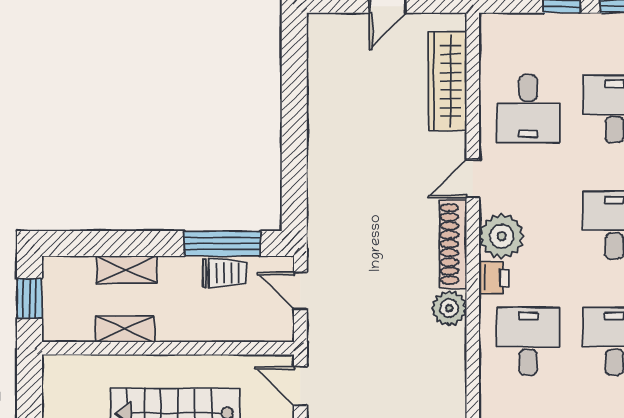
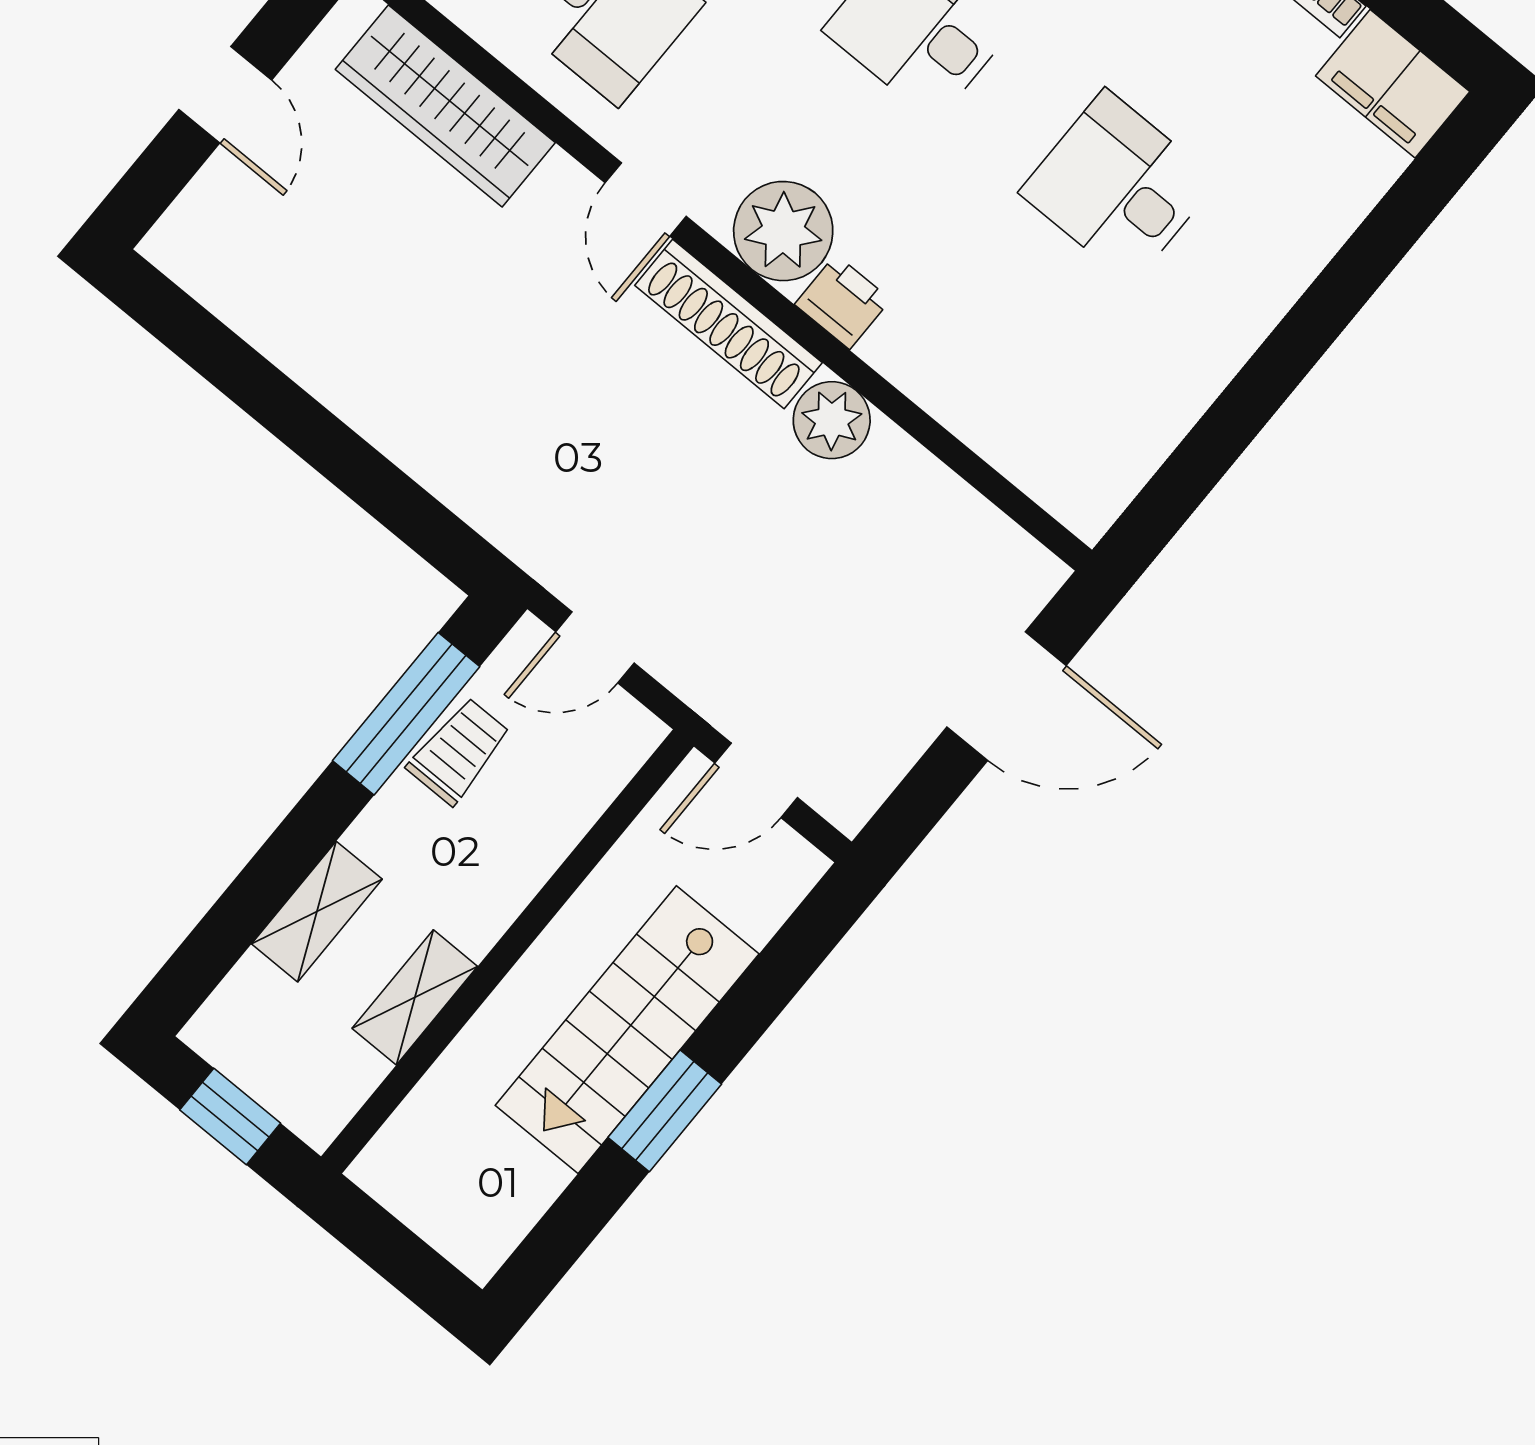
desk: (528, 341) -> (998, 332), removed

